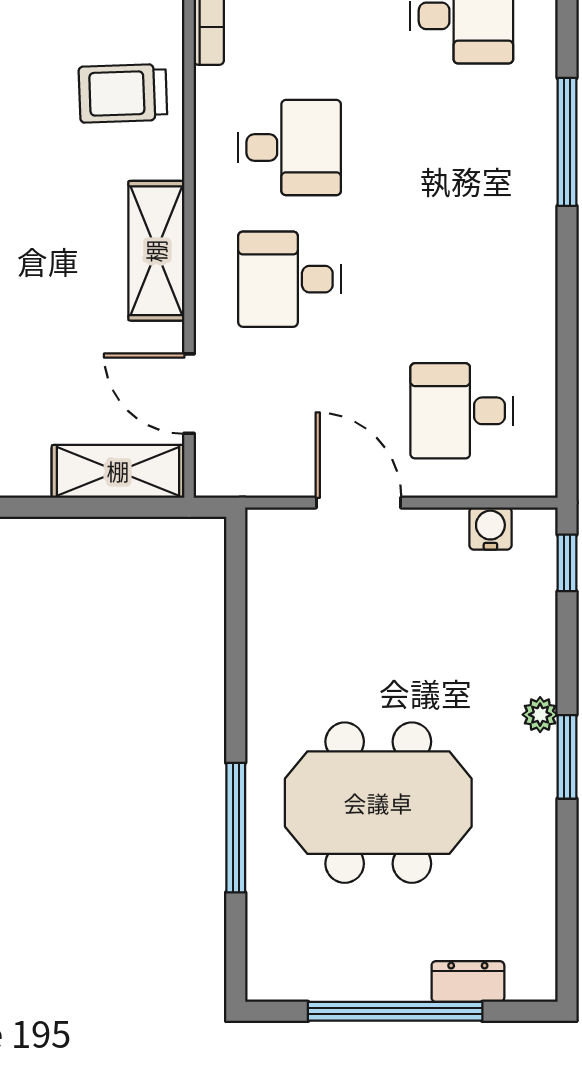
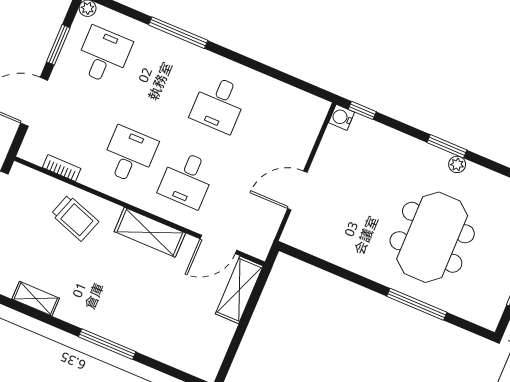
trolley: (123, 93) -> (75, 218), turned -69
desk: (462, 411) -> (219, 104), moved
water cooler: (490, 528) -> (342, 117), moved
plant: (540, 715) -> (457, 164), moved

